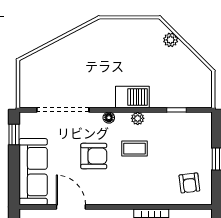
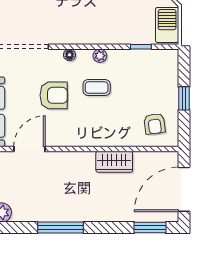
barbecue: (132, 97) -> (167, 25), moved, turned -90
door: (71, 207) -> (29, 149), hinge flipped

